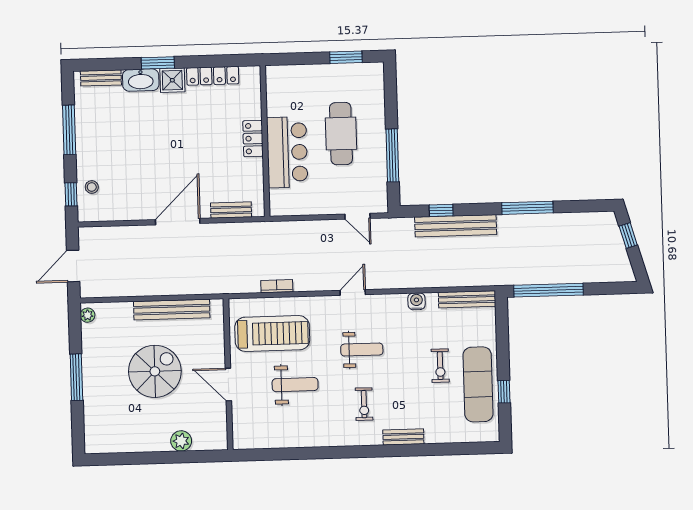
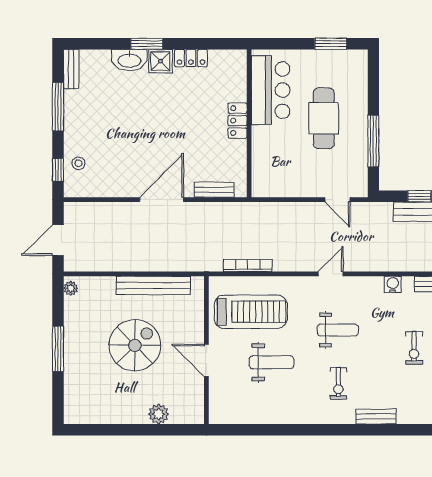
locker: (213, 76) -> (191, 58), width x0.66
bench: (101, 78) -> (71, 69), moved, turned 90
bar counter: (287, 152) -> (271, 90), moved
bookcase: (277, 286) -> (248, 266), width x1.56

